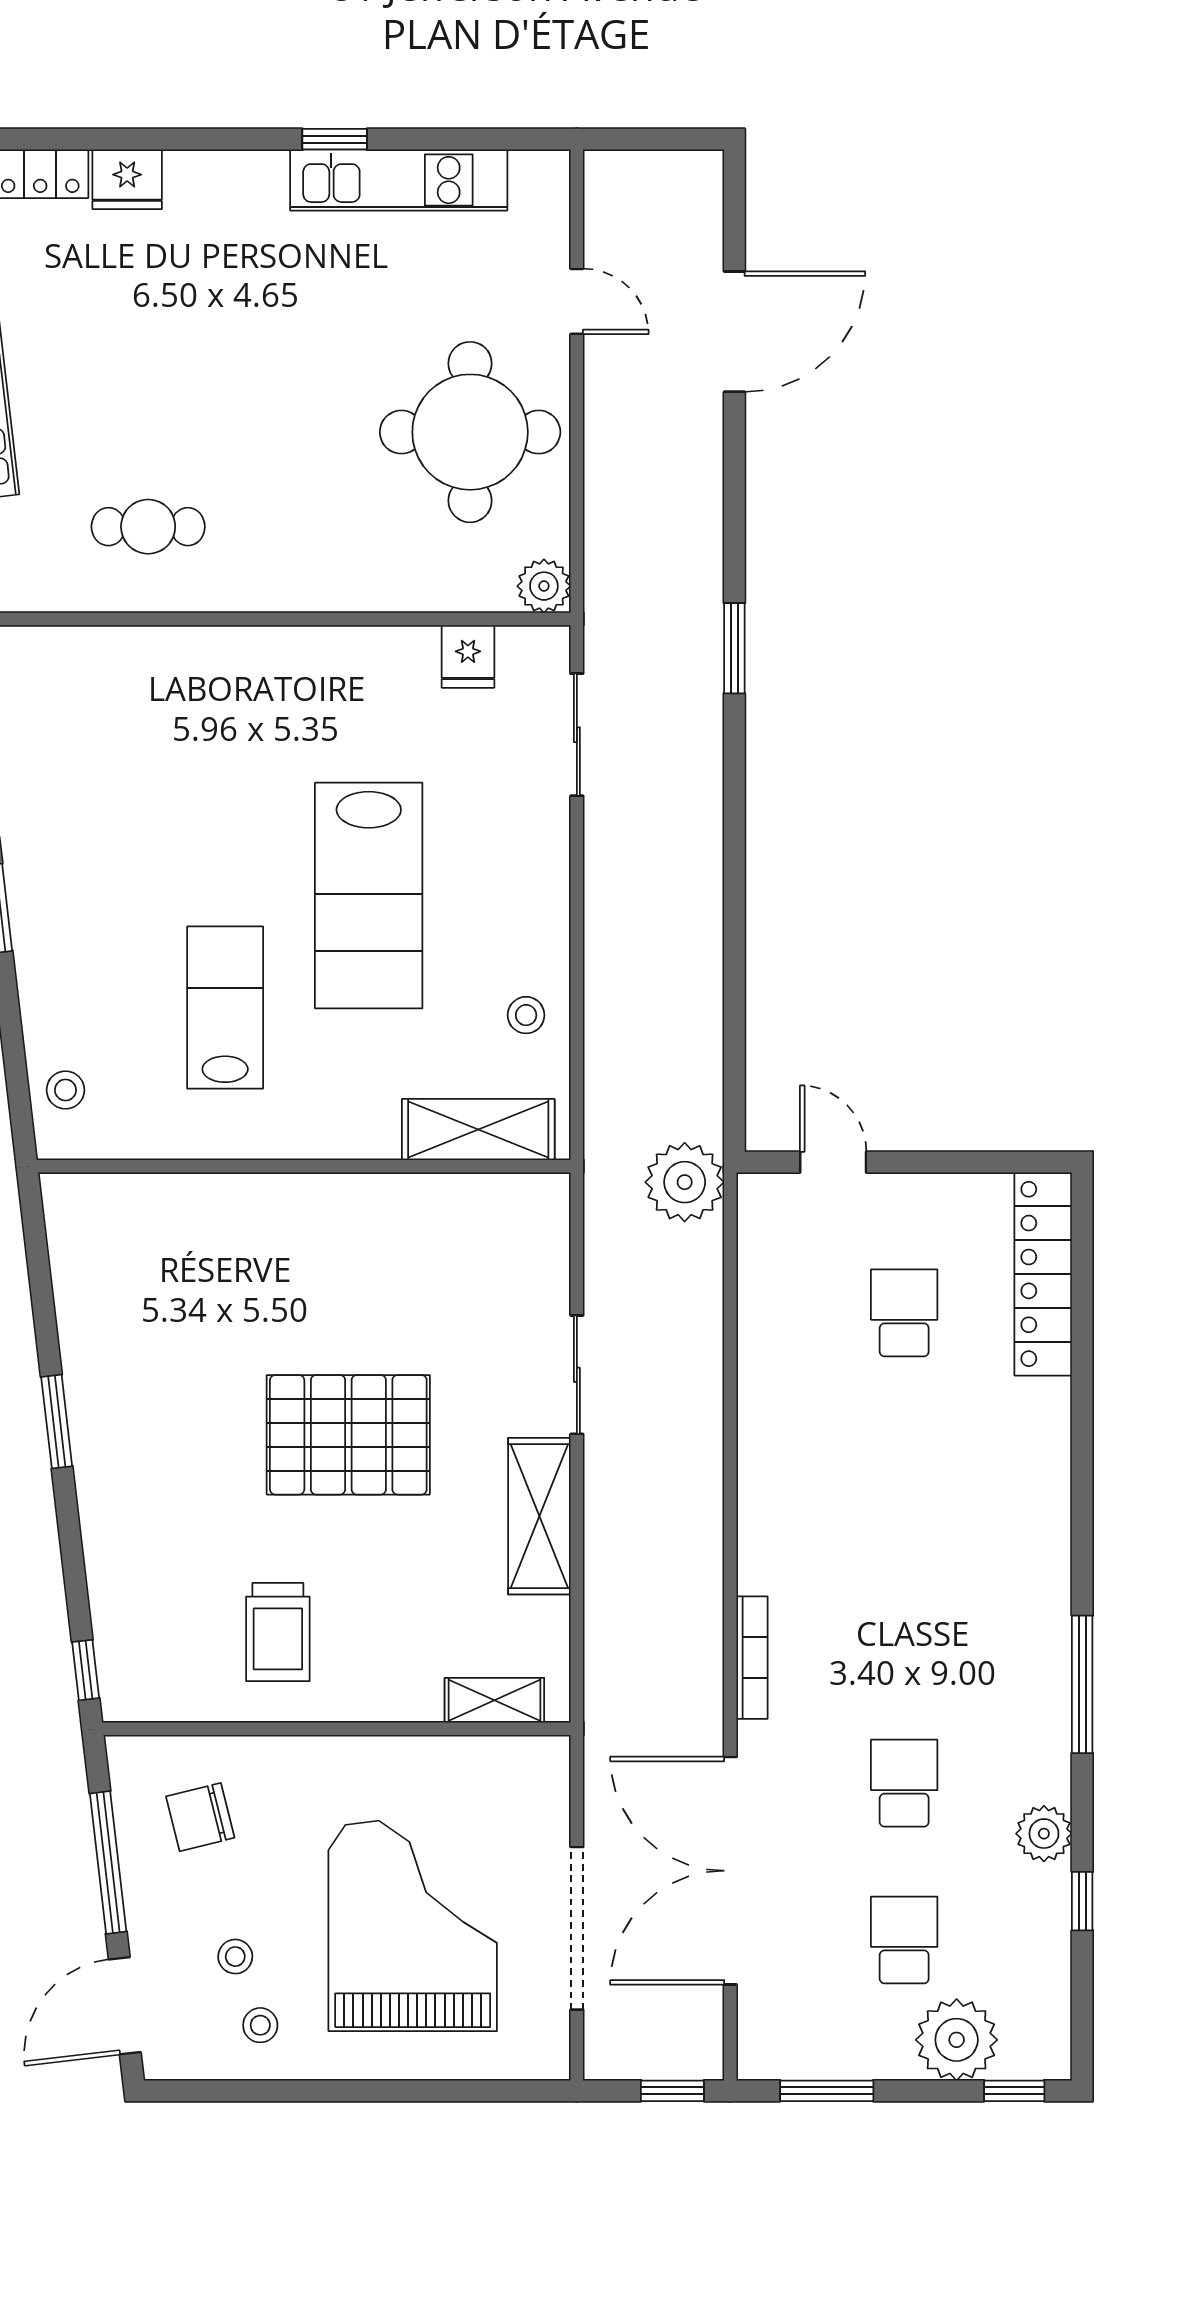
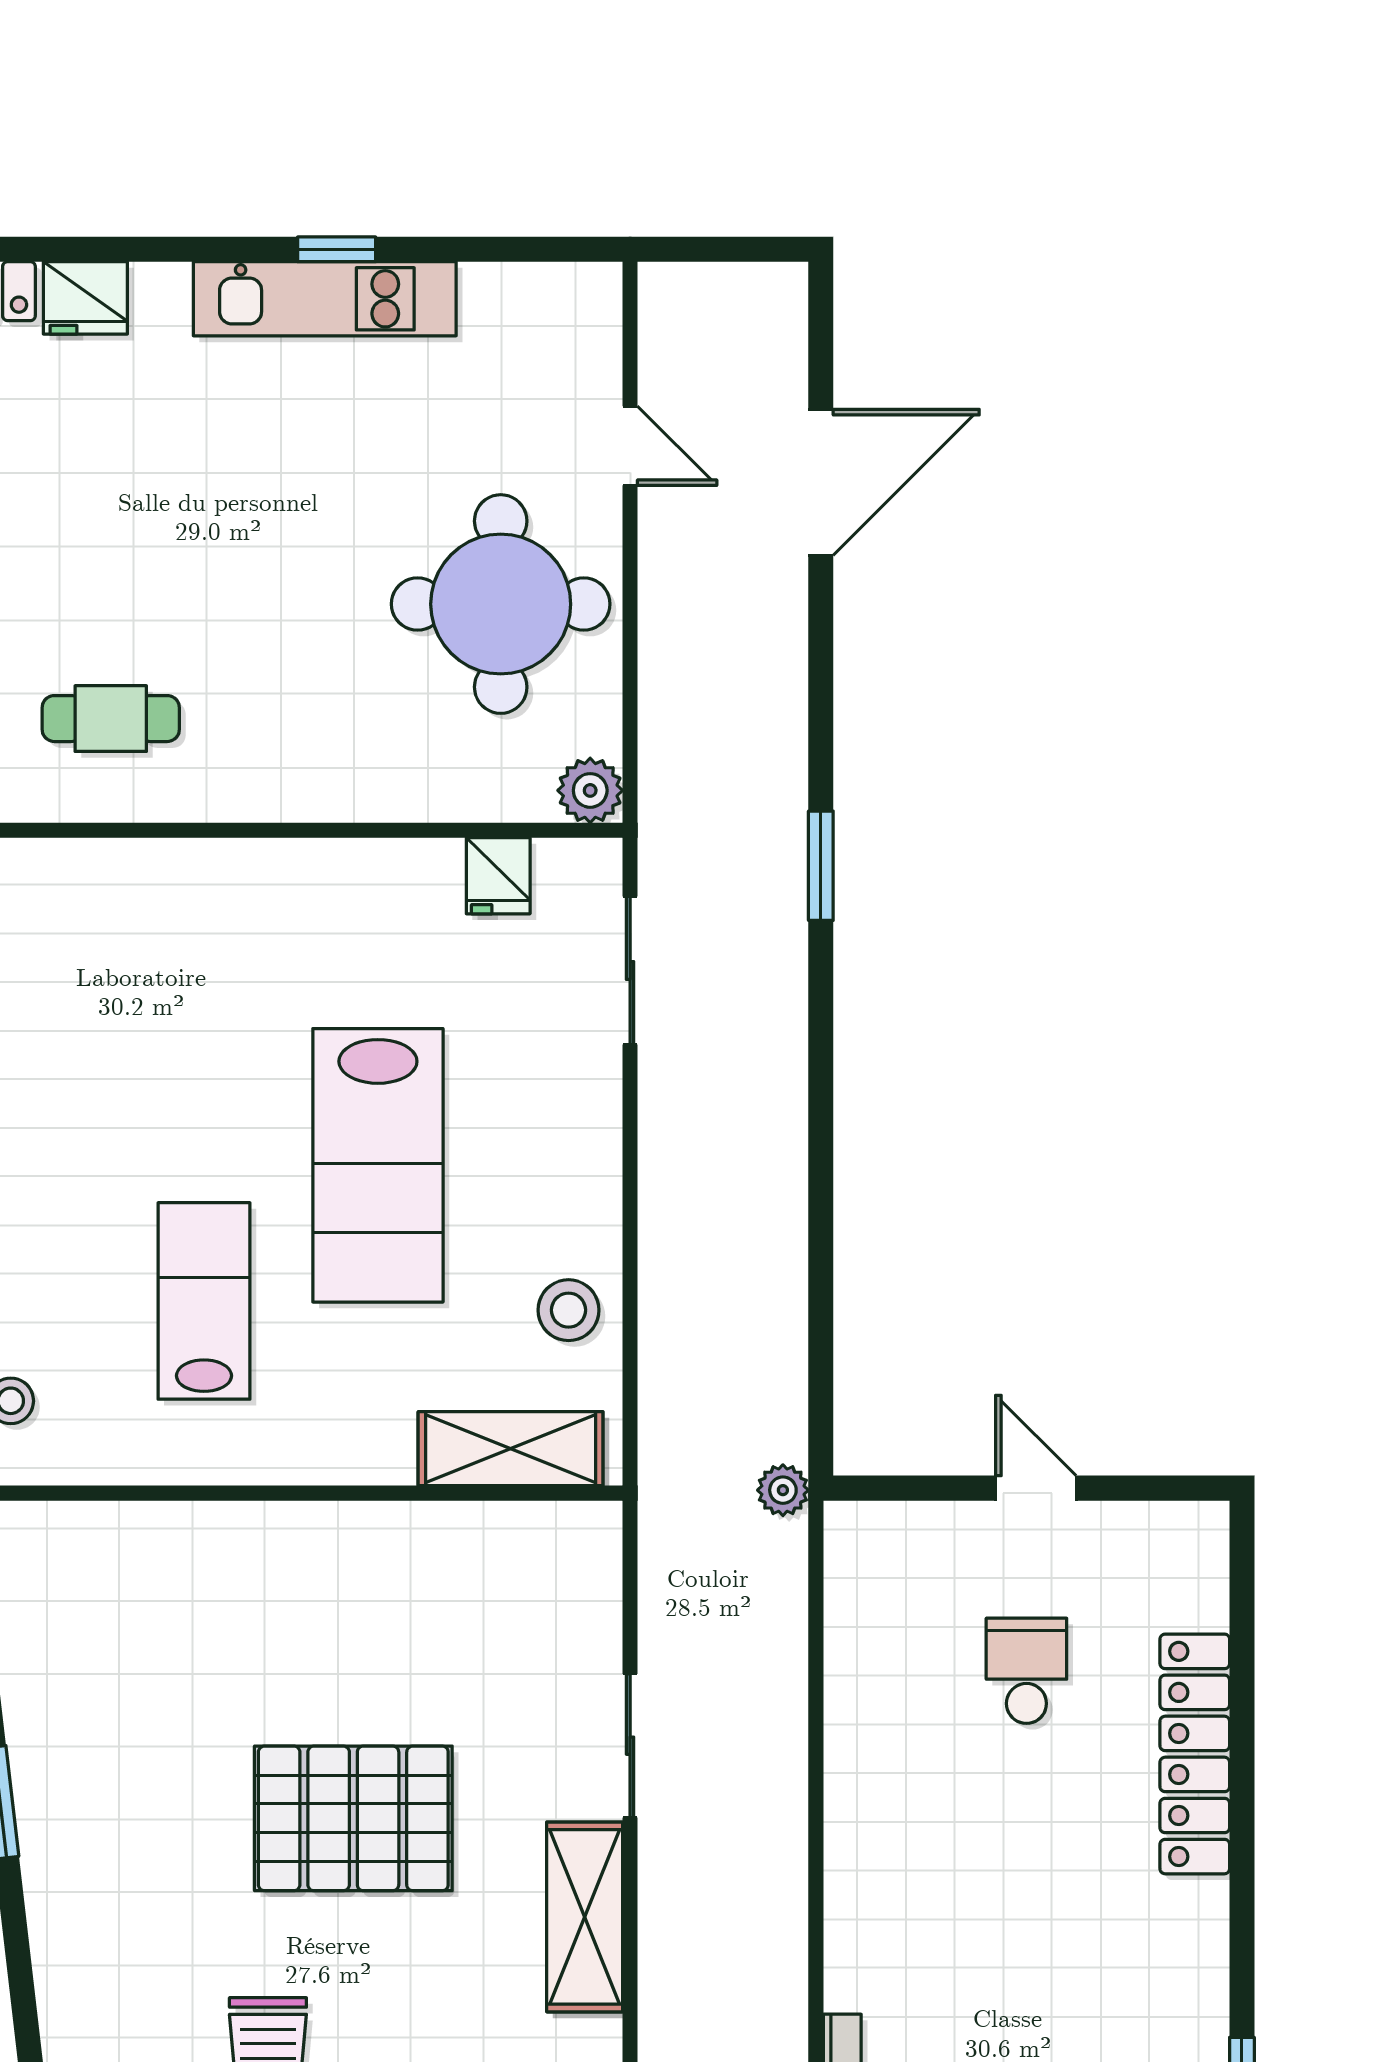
kitchen unit: (399, 180) -> (325, 299), moved
stool: (526, 1015) -> (569, 1310), width x1.37, depth x1.37
door: (833, 1162) -> (1036, 1488), moved
plant: (685, 1182) -> (783, 1490), width x0.53, depth x0.53
locker: (1043, 1274) -> (1195, 1754), moved

